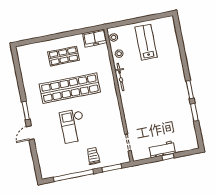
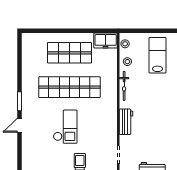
shop shelf: (63, 56) -> (69, 53), width x1.43, depth x1.36
workbench: (129, 110) -> (126, 122), added
checkout: (73, 126) -> (65, 127), turned 180

